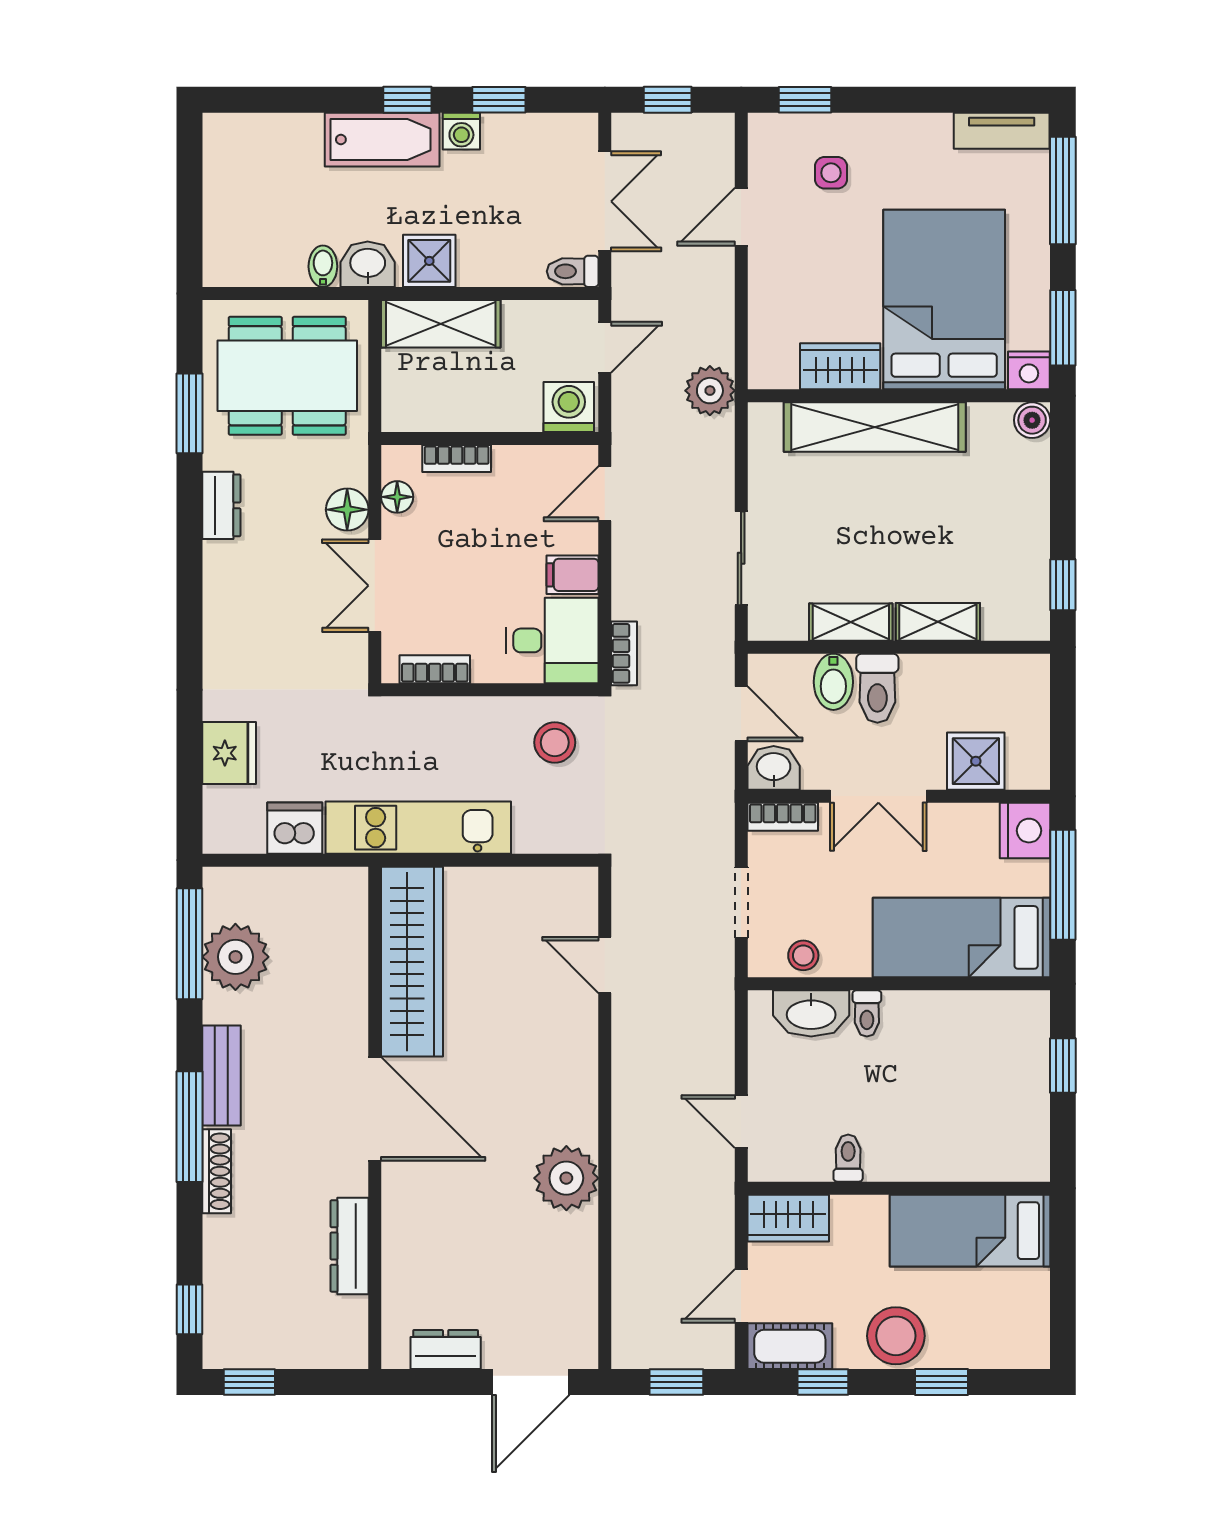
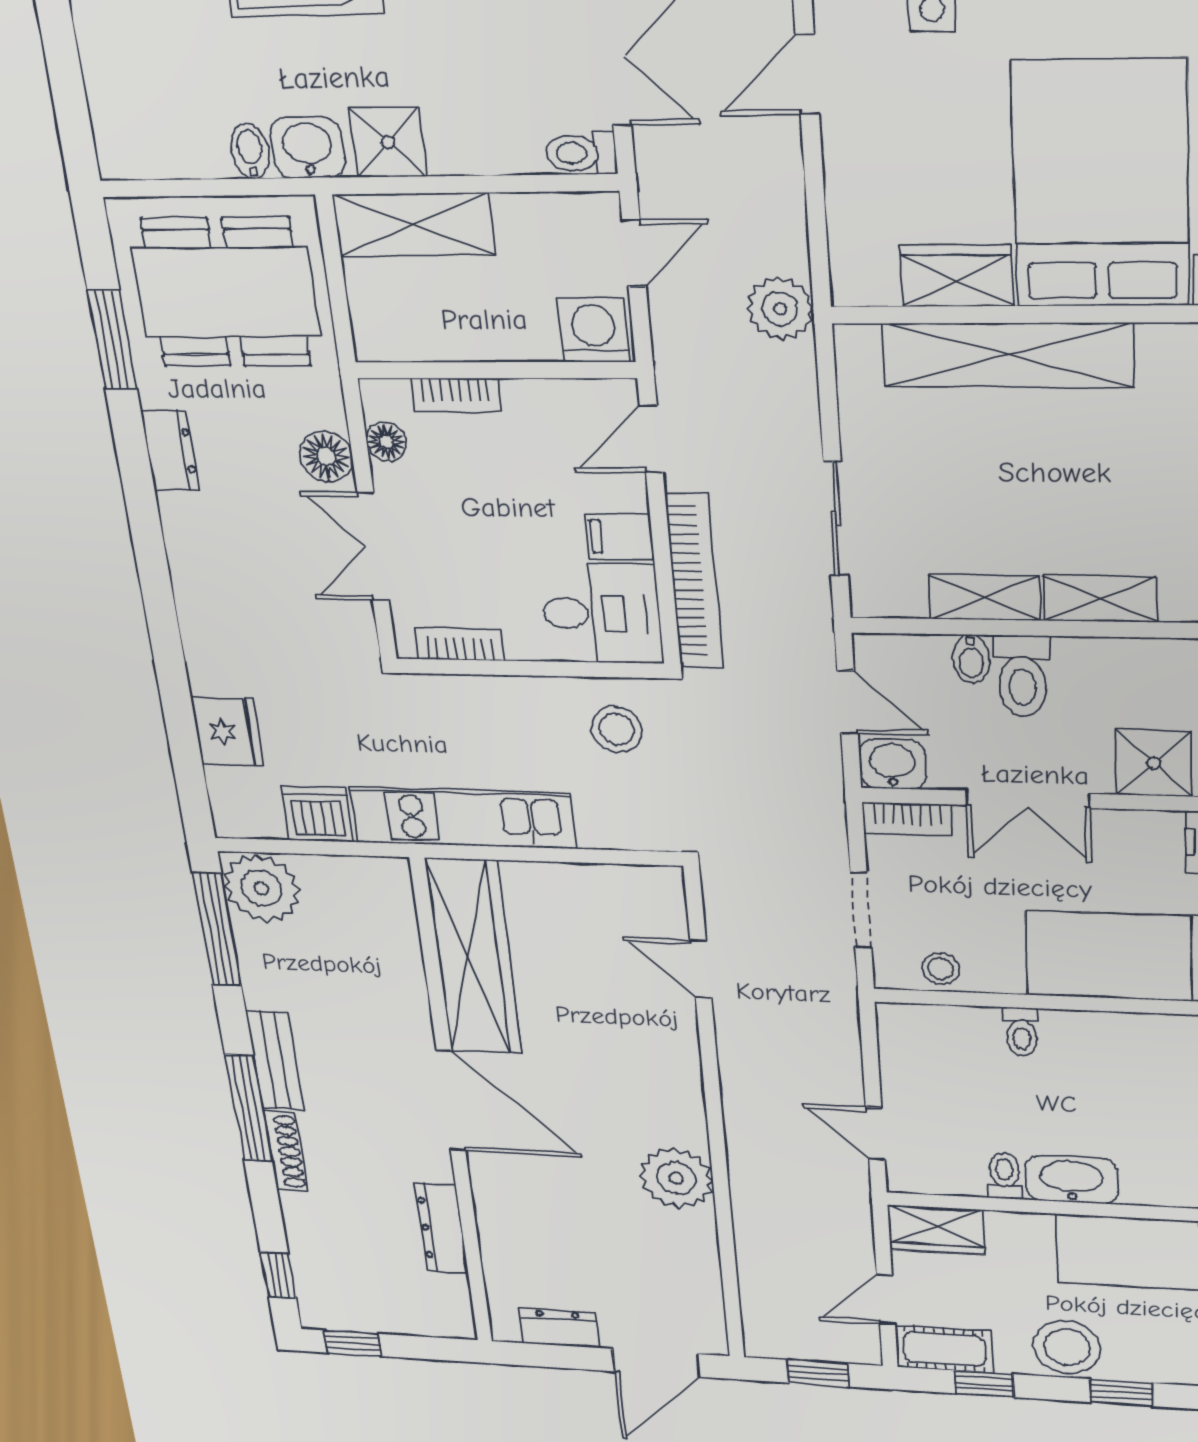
bookcase: (624, 653) -> (694, 581), width x2.31, depth x1.31
bidet: (833, 682) -> (971, 659), width x0.72, depth x0.74
plant: (235, 957) -> (262, 888), moved
washbasin: (811, 1013) -> (1072, 1180), moved, turned 180

